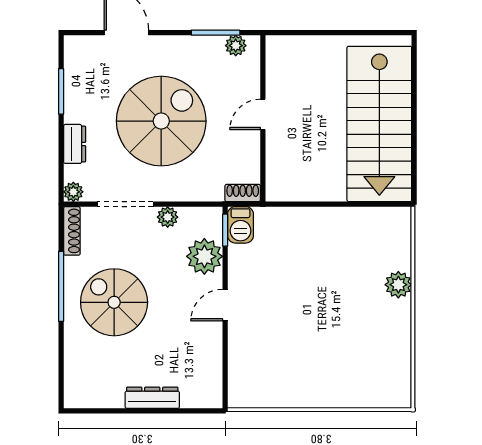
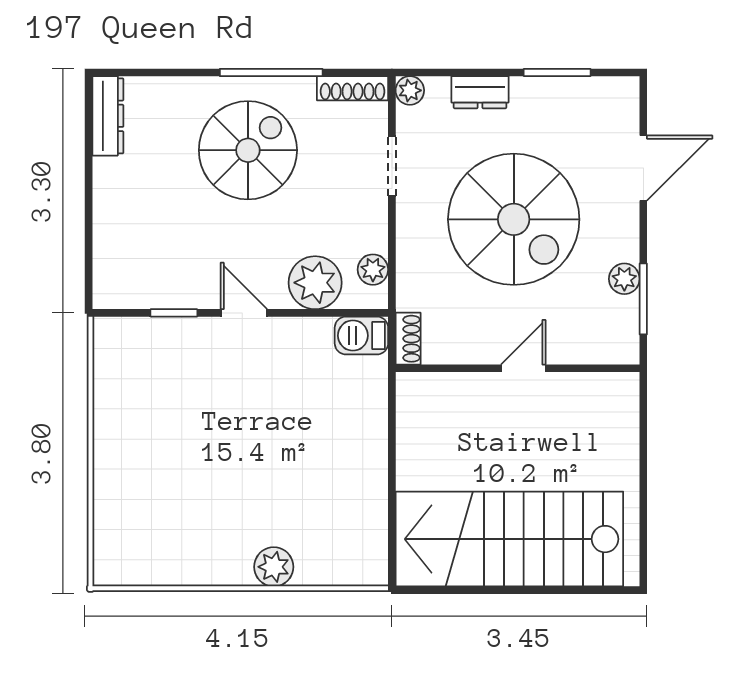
plant: (236, 46) -> (624, 279), moved
door: (263, 114) -> (523, 368), hinge flipped
doorway: (125, 204) -> (392, 166), width x0.73
plant: (168, 217) -> (373, 270), moved
window: (225, 230) -> (174, 313), moved
dresser: (152, 398) -> (108, 116), moved

